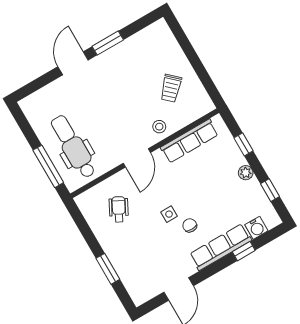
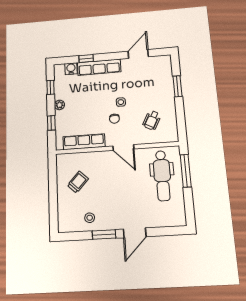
stool: (159, 127) -> (90, 218), moved
door: (137, 158) -> (123, 147), swing flipped
chair: (190, 225) -> (114, 119), moved

